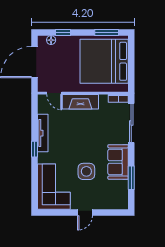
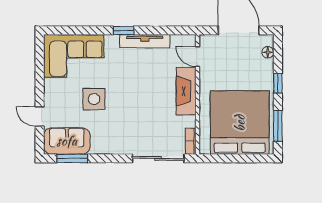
window: (63, 33) -> (278, 83), moved
door: (54, 93) -> (198, 57), hinge flipped
sofa: (118, 162) -> (67, 141), moved
window: (131, 178) -> (72, 158), moved
door: (85, 212) -> (40, 117), moved

